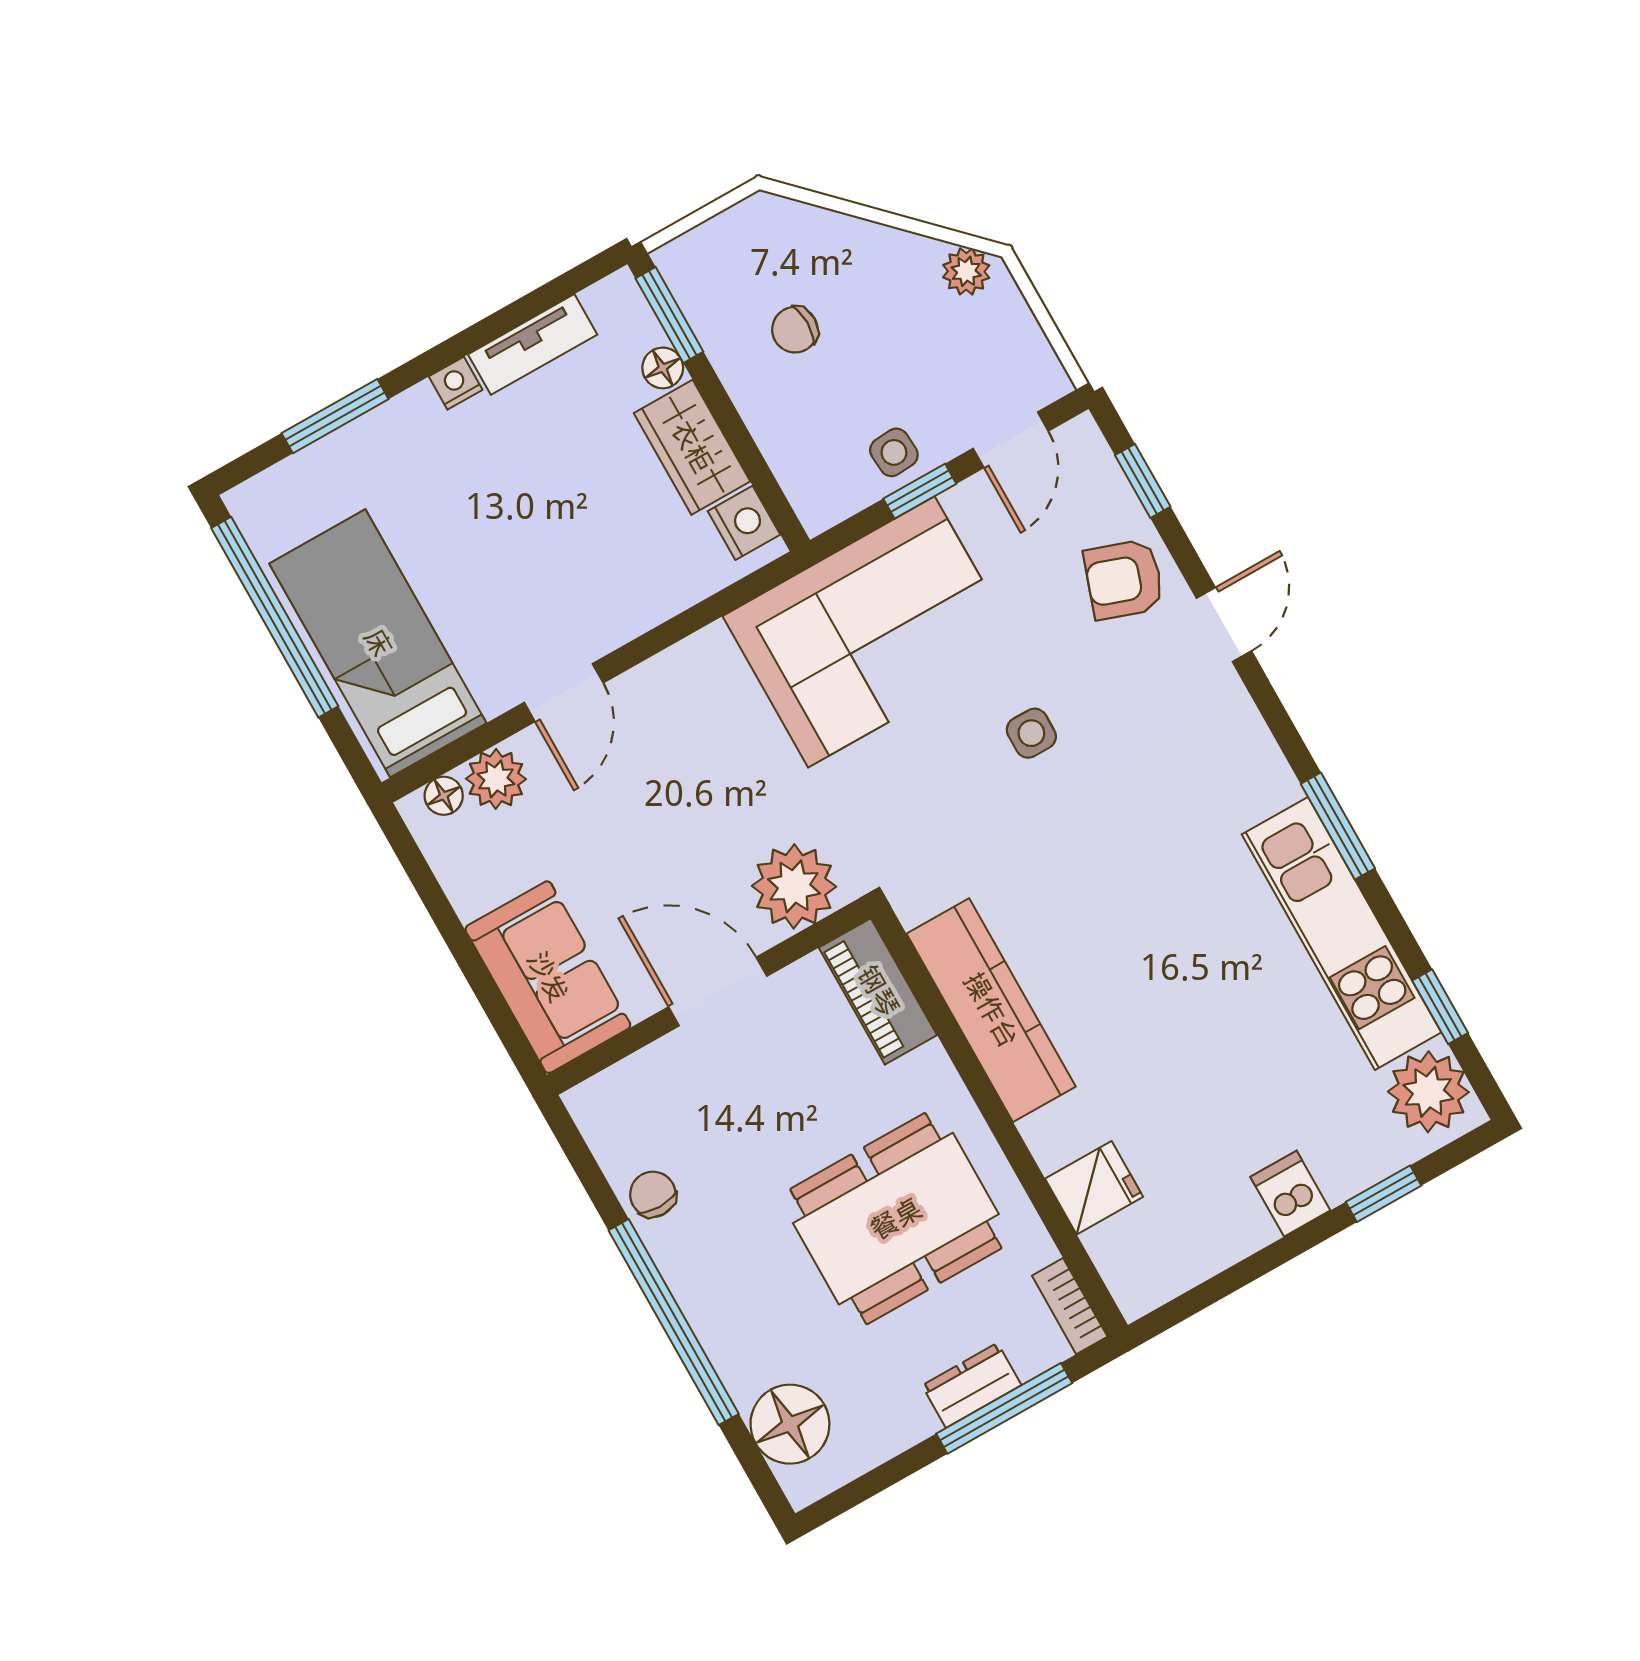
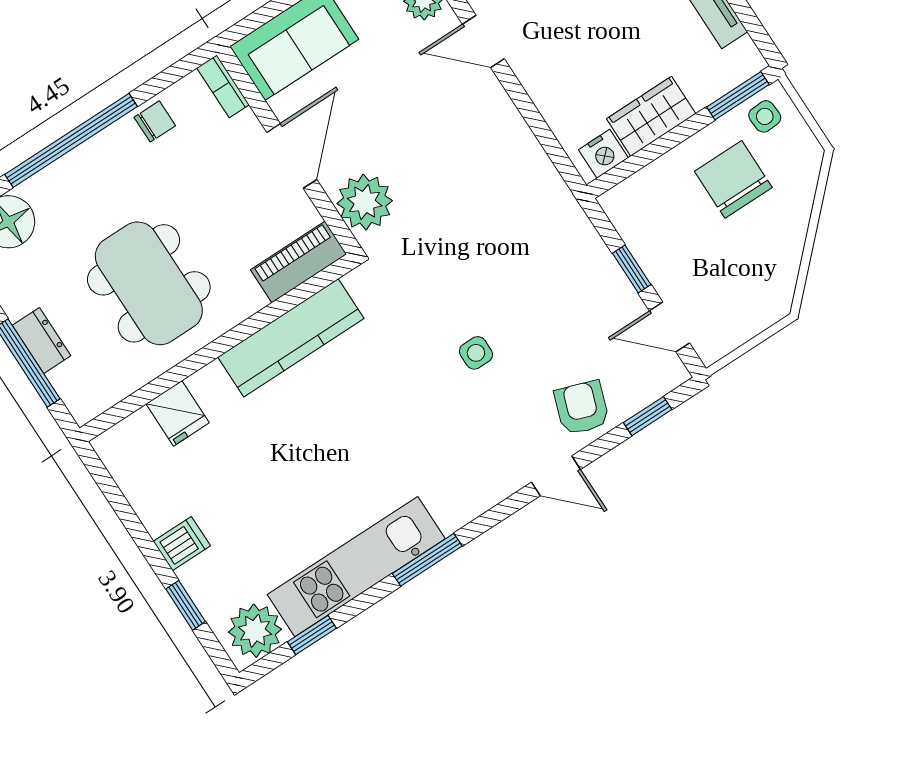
plant: (966, 271) -> (779, 291), removed
chair: (795, 330) -> (733, 179), width x1.87, depth x1.87
floor lamp: (663, 368) -> (702, 94), removed
side table: (894, 452) -> (765, 116), moved
corner sofa: (871, 632) -> (536, 243), removed
bookcase: (1070, 1306) -> (223, 86), moved, turned -90

